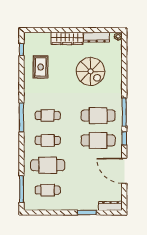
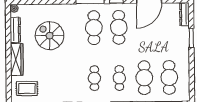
rug: (41, 67) -> (27, 88), moved
spiral stairs: (91, 71) -> (50, 36), turned -90
cafe table: (48, 190) -> (169, 77), width x1.37, depth x1.35

